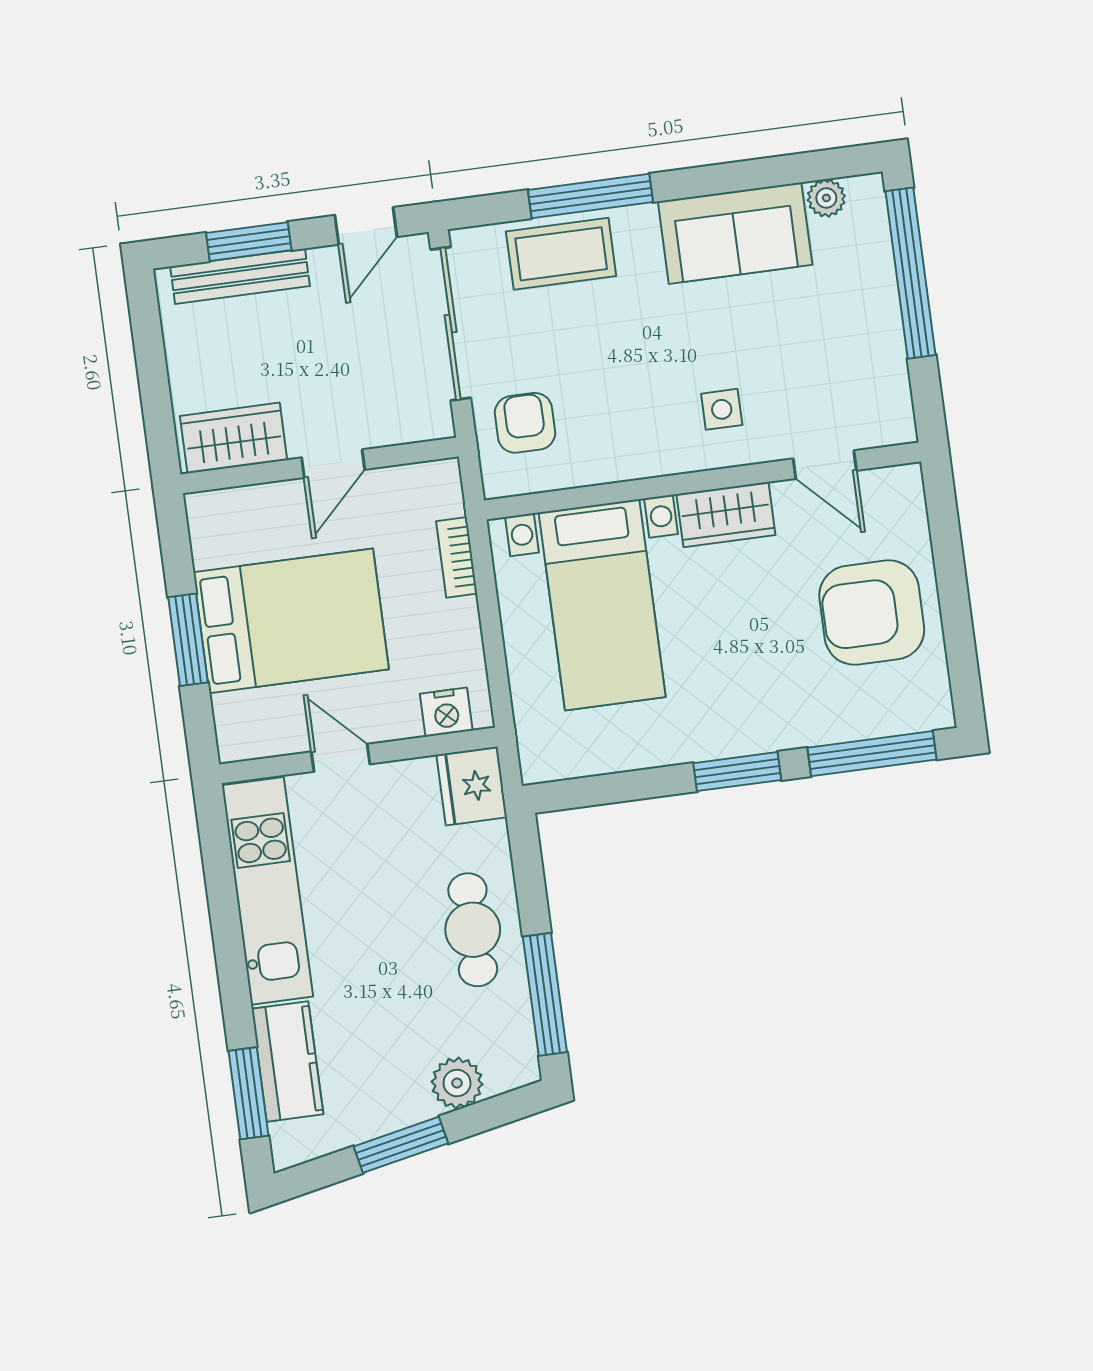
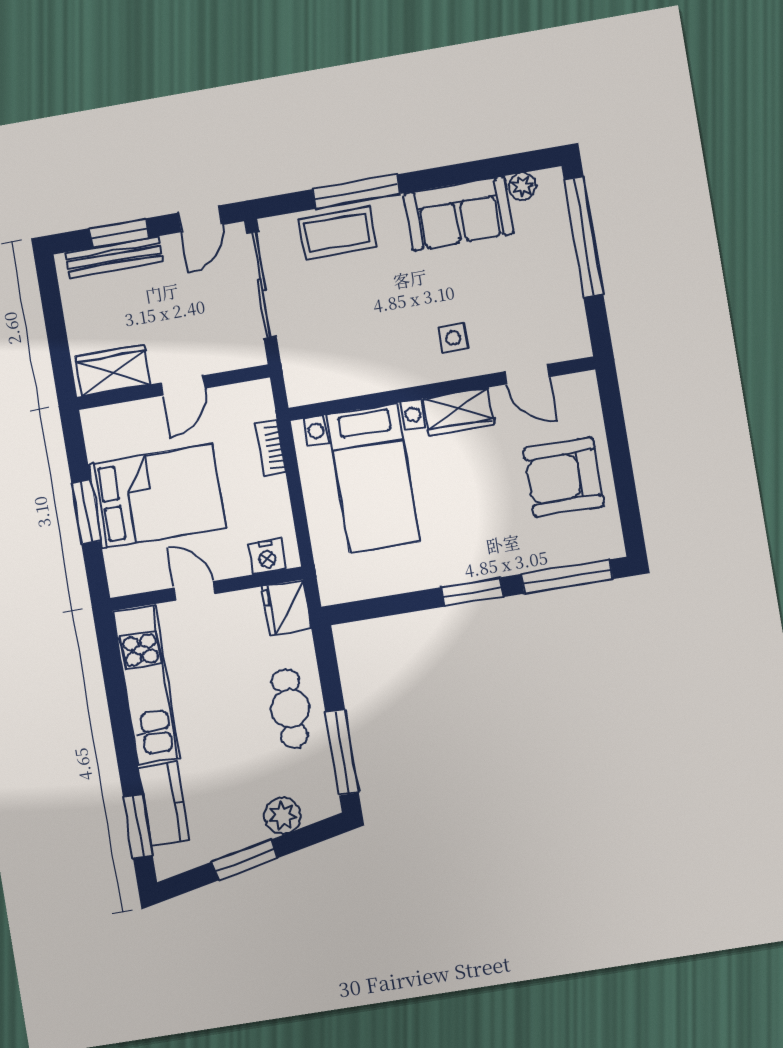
armchair: (525, 423) -> (315, 352), removed

